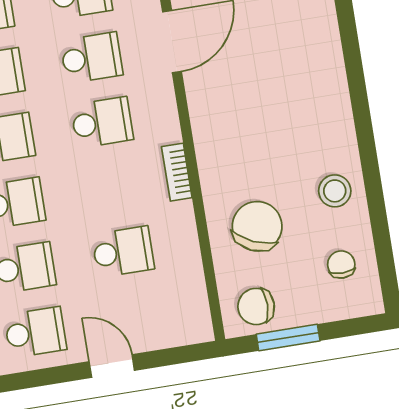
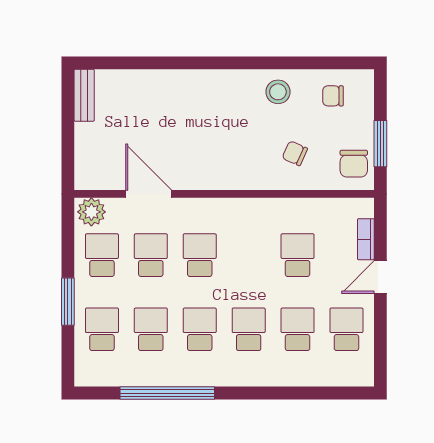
bookcase: (177, 172) -> (366, 239), moved, turned 90
chair: (257, 226) -> (295, 153), width x0.54, depth x0.54

